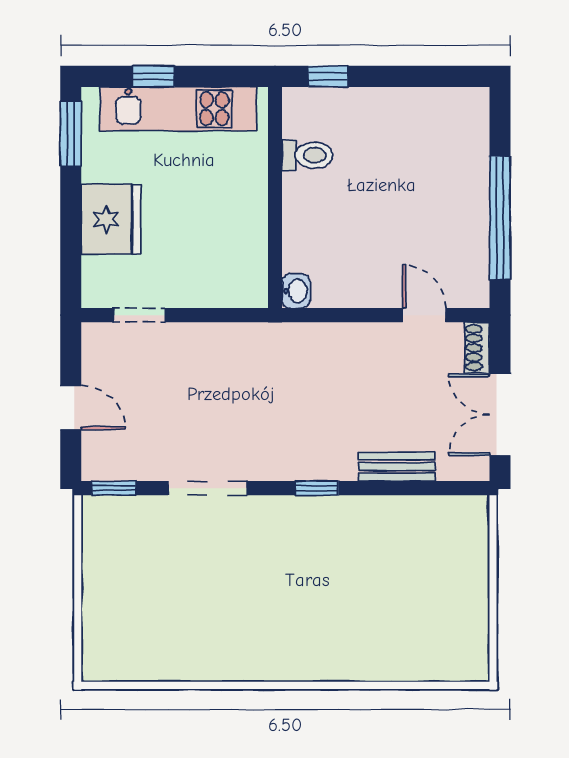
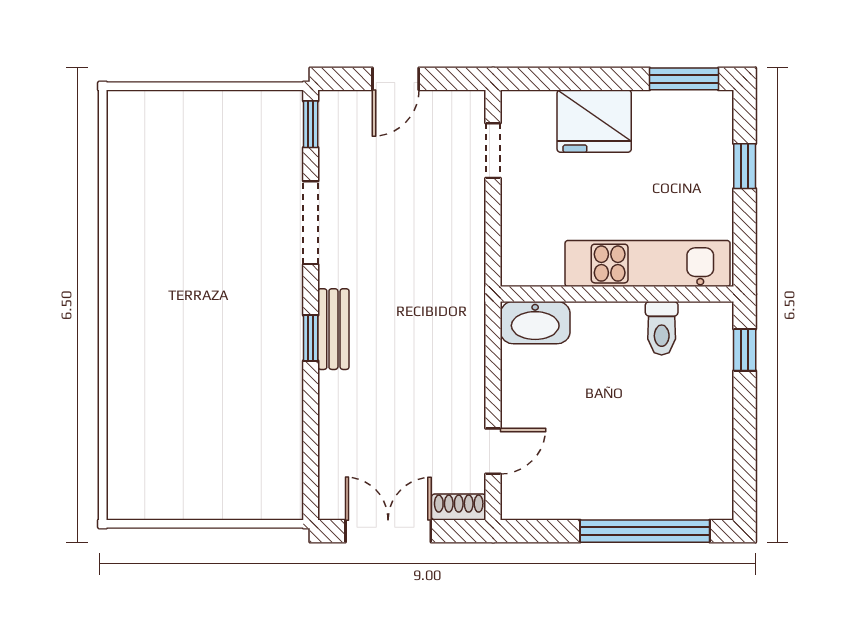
kitchen unit: (178, 109) -> (648, 264), moved, turned 90
window: (500, 218) -> (645, 531), moved
washbasin: (296, 291) -> (535, 323), width x1.91, depth x1.45
bench: (397, 467) -> (333, 329), moved

